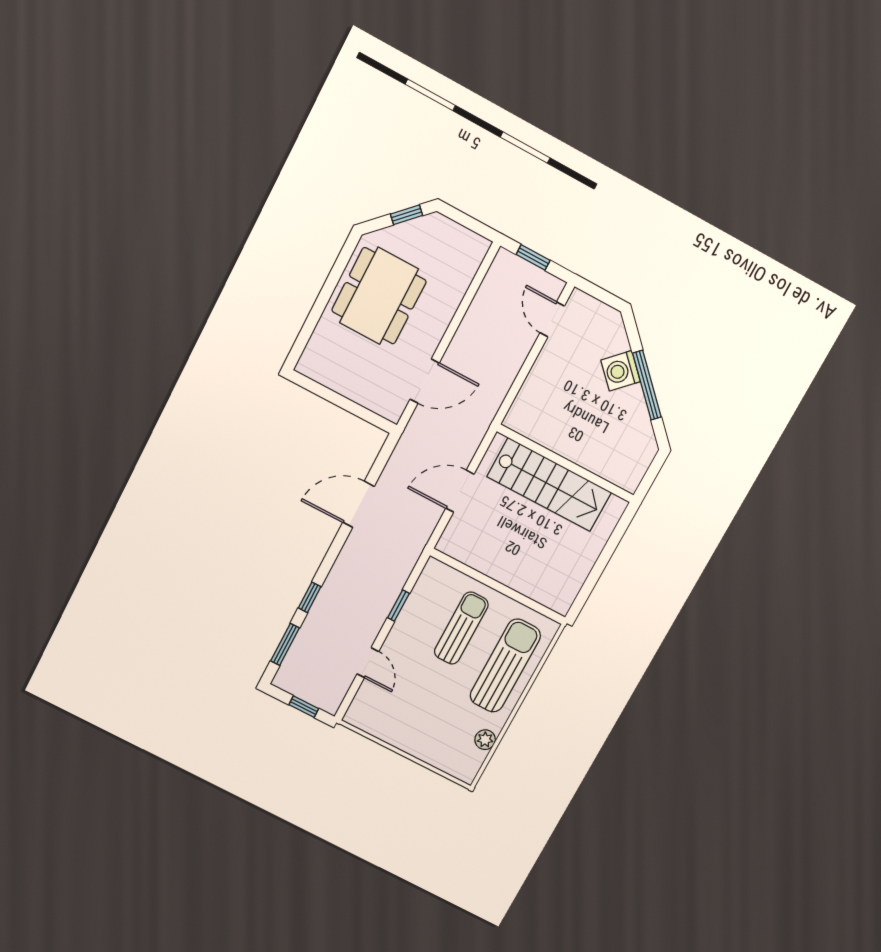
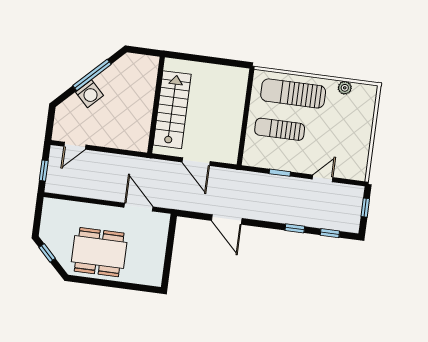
window: (285, 644) -> (330, 233), width x0.67

